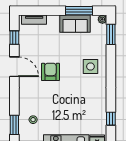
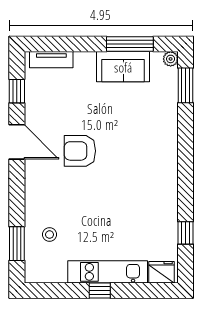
side table: (90, 67) -> (150, 142), removed
armchair: (50, 72) -> (80, 151), turned -90

